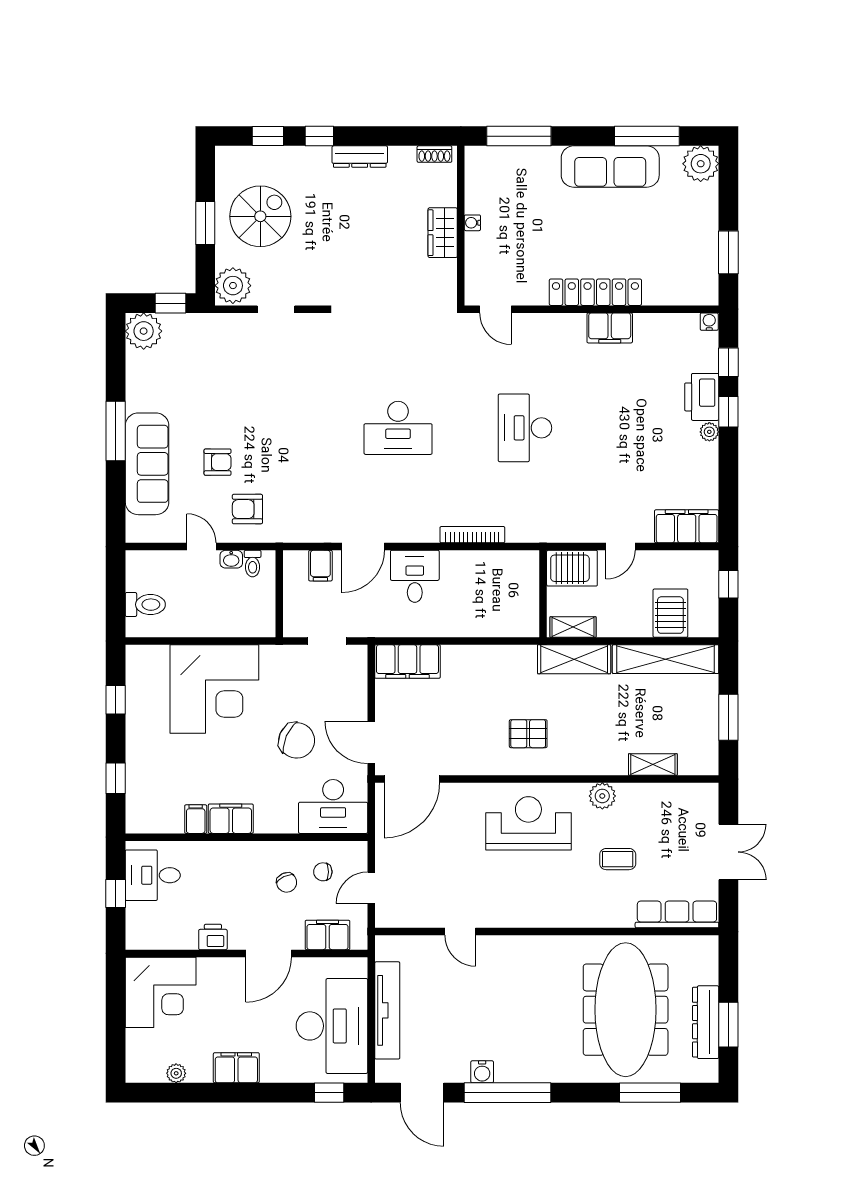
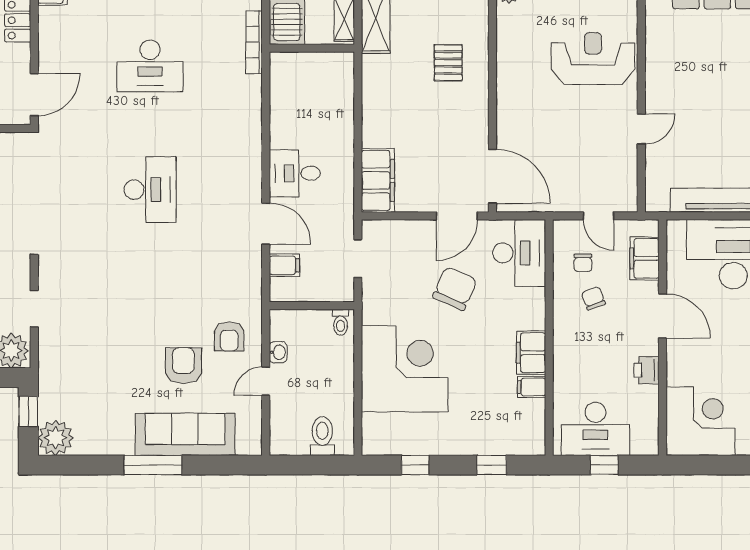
door: (495, 309) -> (34, 95), width x1.38
armchair: (218, 462) -> (183, 366), width x1.38, depth x1.38
bookcase: (472, 535) -> (254, 42), moved
toilet: (253, 564) -> (341, 322), moved, turned 90
reception desk: (528, 823) -> (593, 58), moved, turned 90
desk: (153, 875) -> (595, 429), width x1.37
chair: (287, 882) -> (593, 298), turned -86

